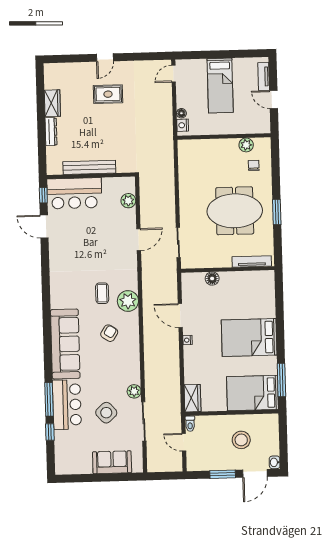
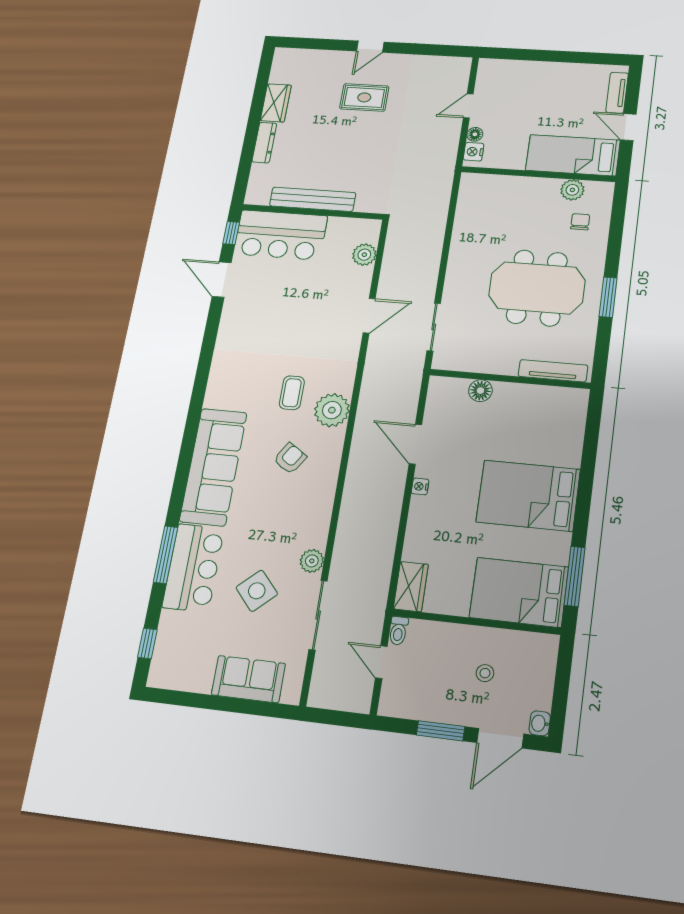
door: (174, 74) -> (468, 106), moved
bed: (220, 86) -> (573, 155), moved, turned 90
window: (50, 432) -> (147, 643), moved
stool: (241, 440) -> (485, 673), width x0.53, depth x0.53

